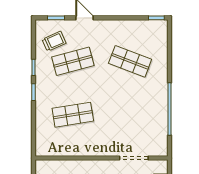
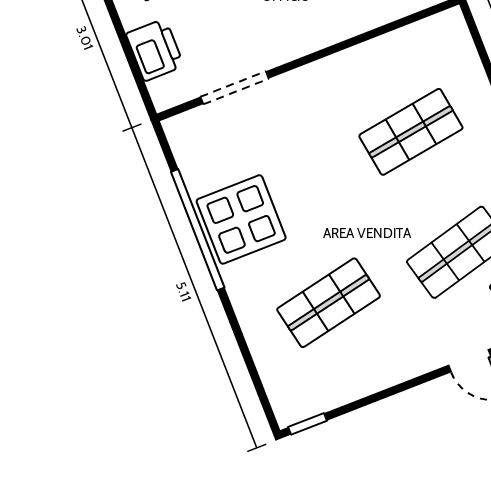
shop shelf: (130, 61) -> (329, 303), turned -33
display table: (151, 106) -> (241, 219), added

